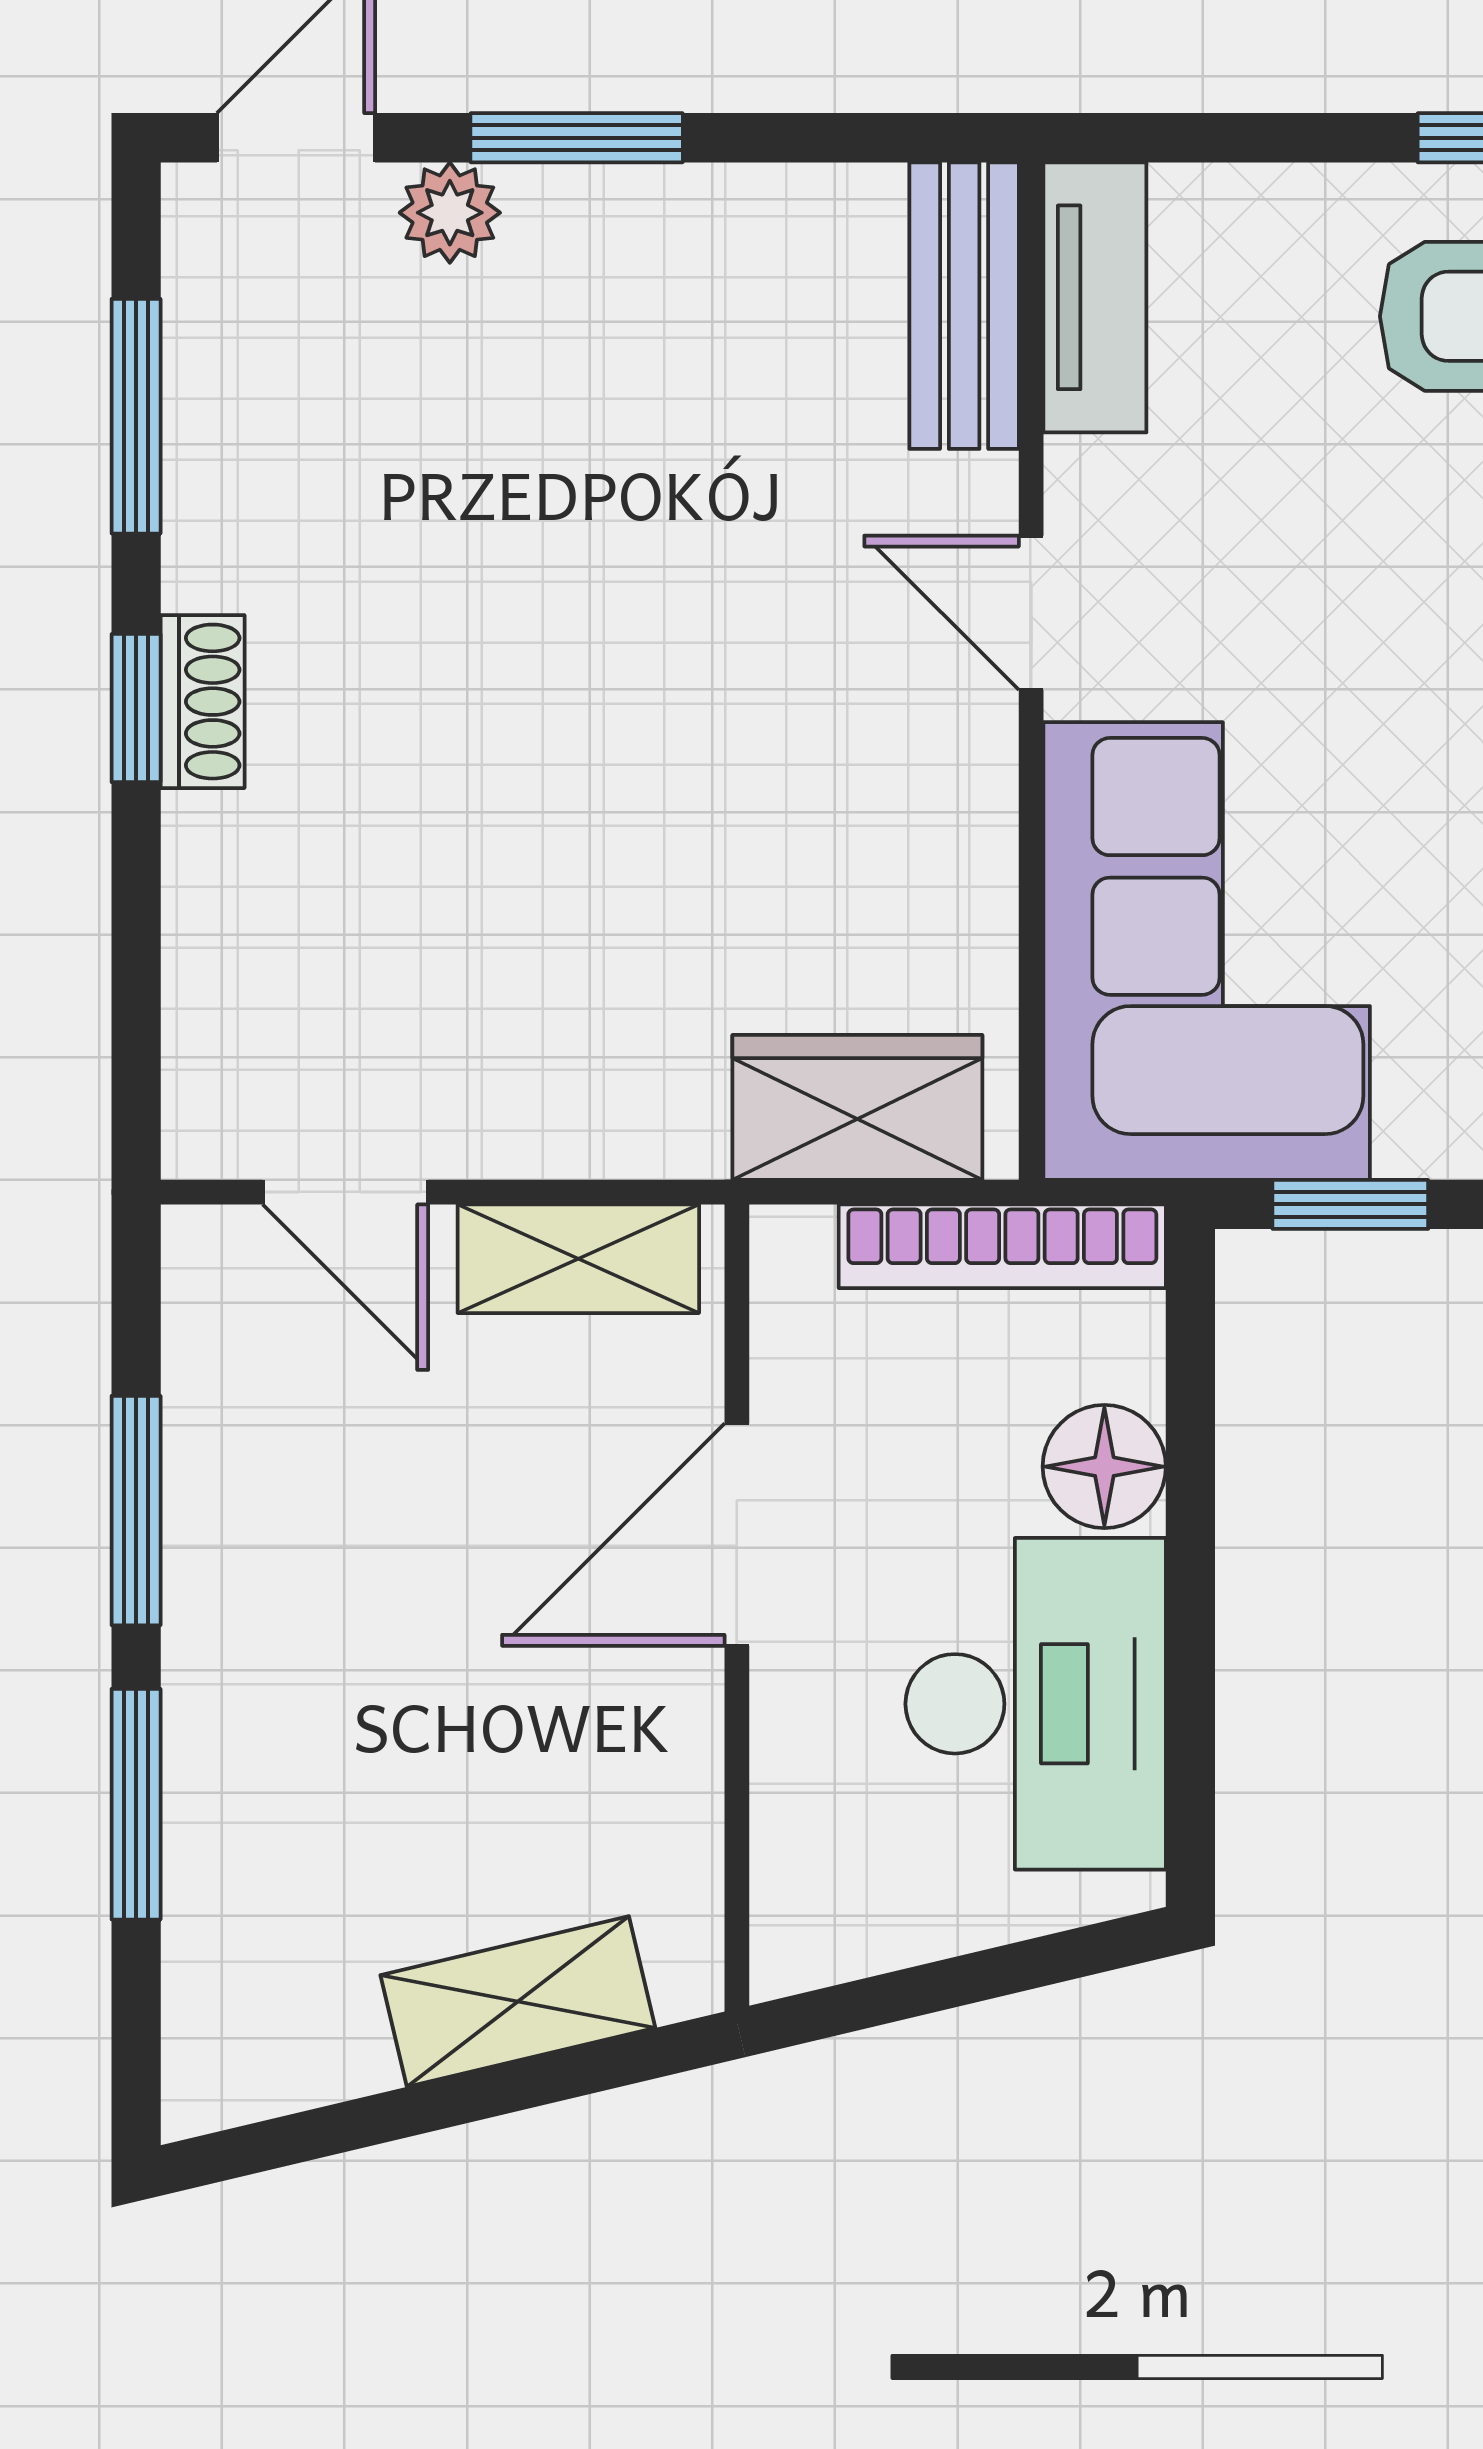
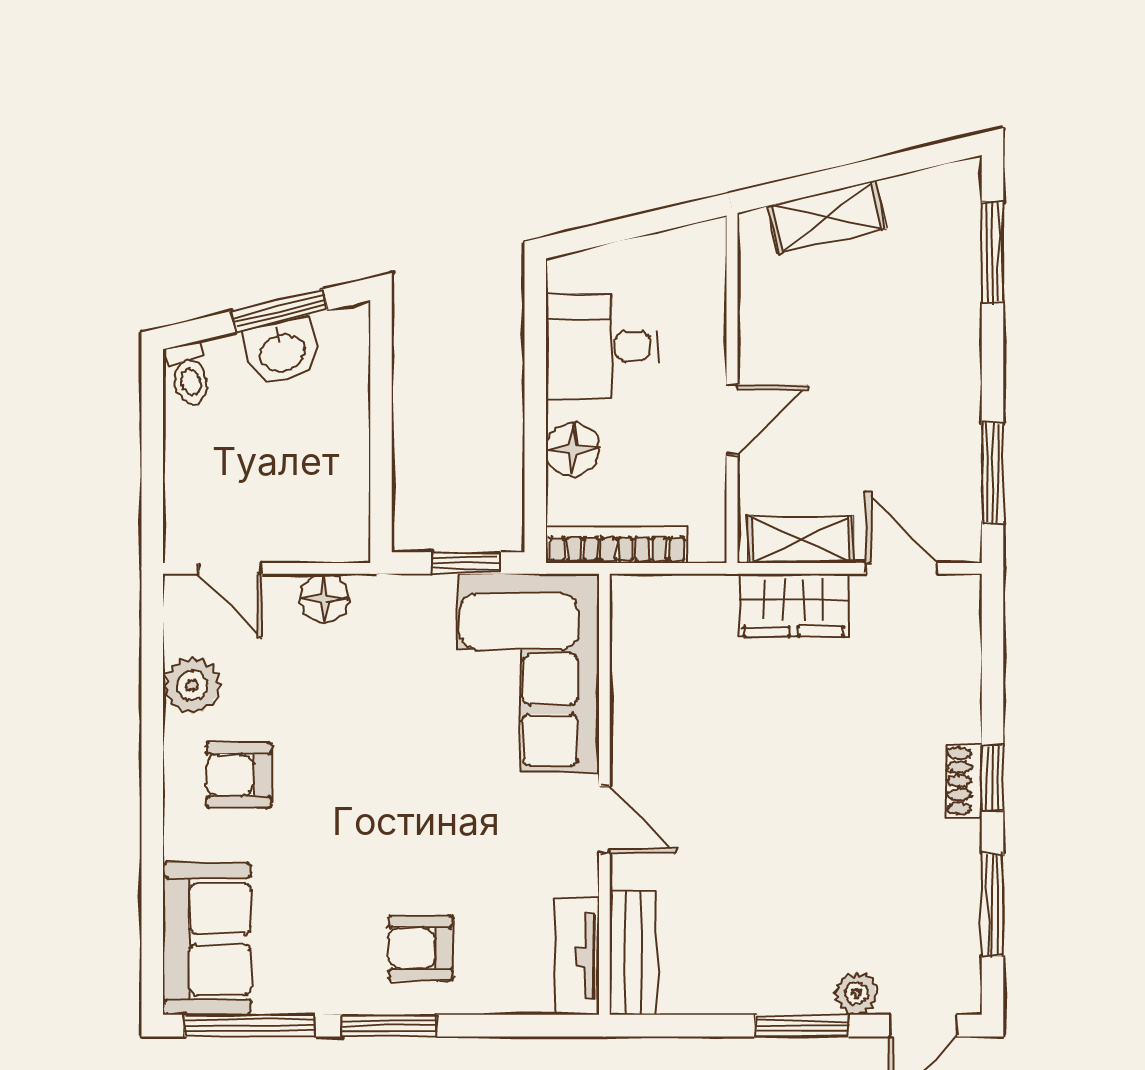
wardrobe: (857, 1107) -> (794, 605), moved
window: (136, 1511) -> (993, 474), moved
door: (737, 1535) -> (732, 420), width x0.73
desk: (1036, 1704) -> (602, 346), width x0.73
window: (136, 1804) -> (993, 252), moved

